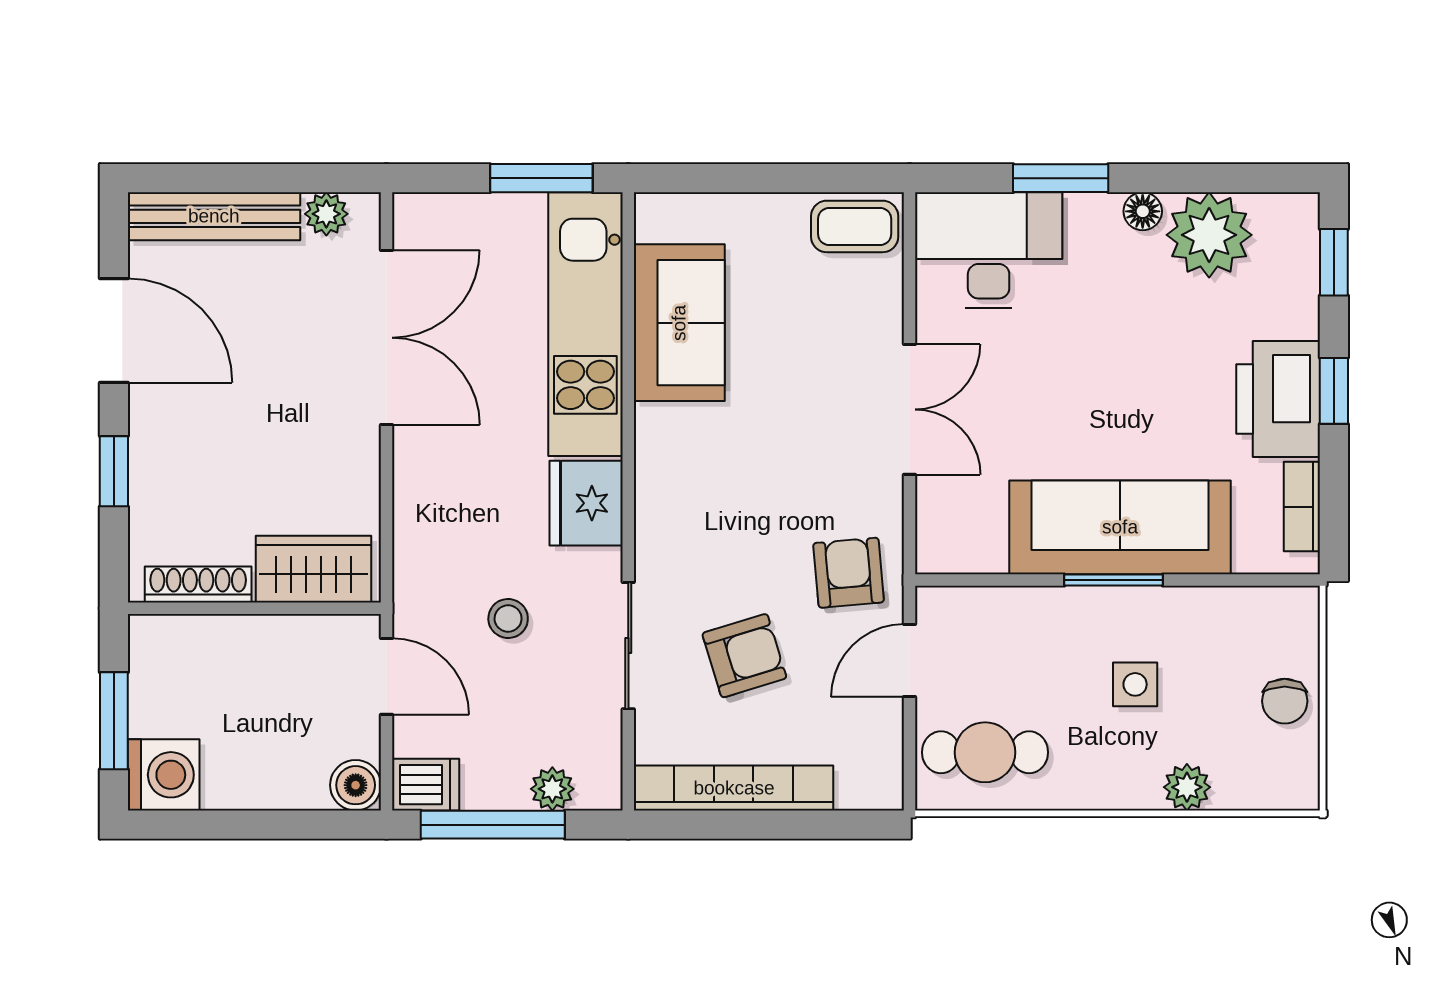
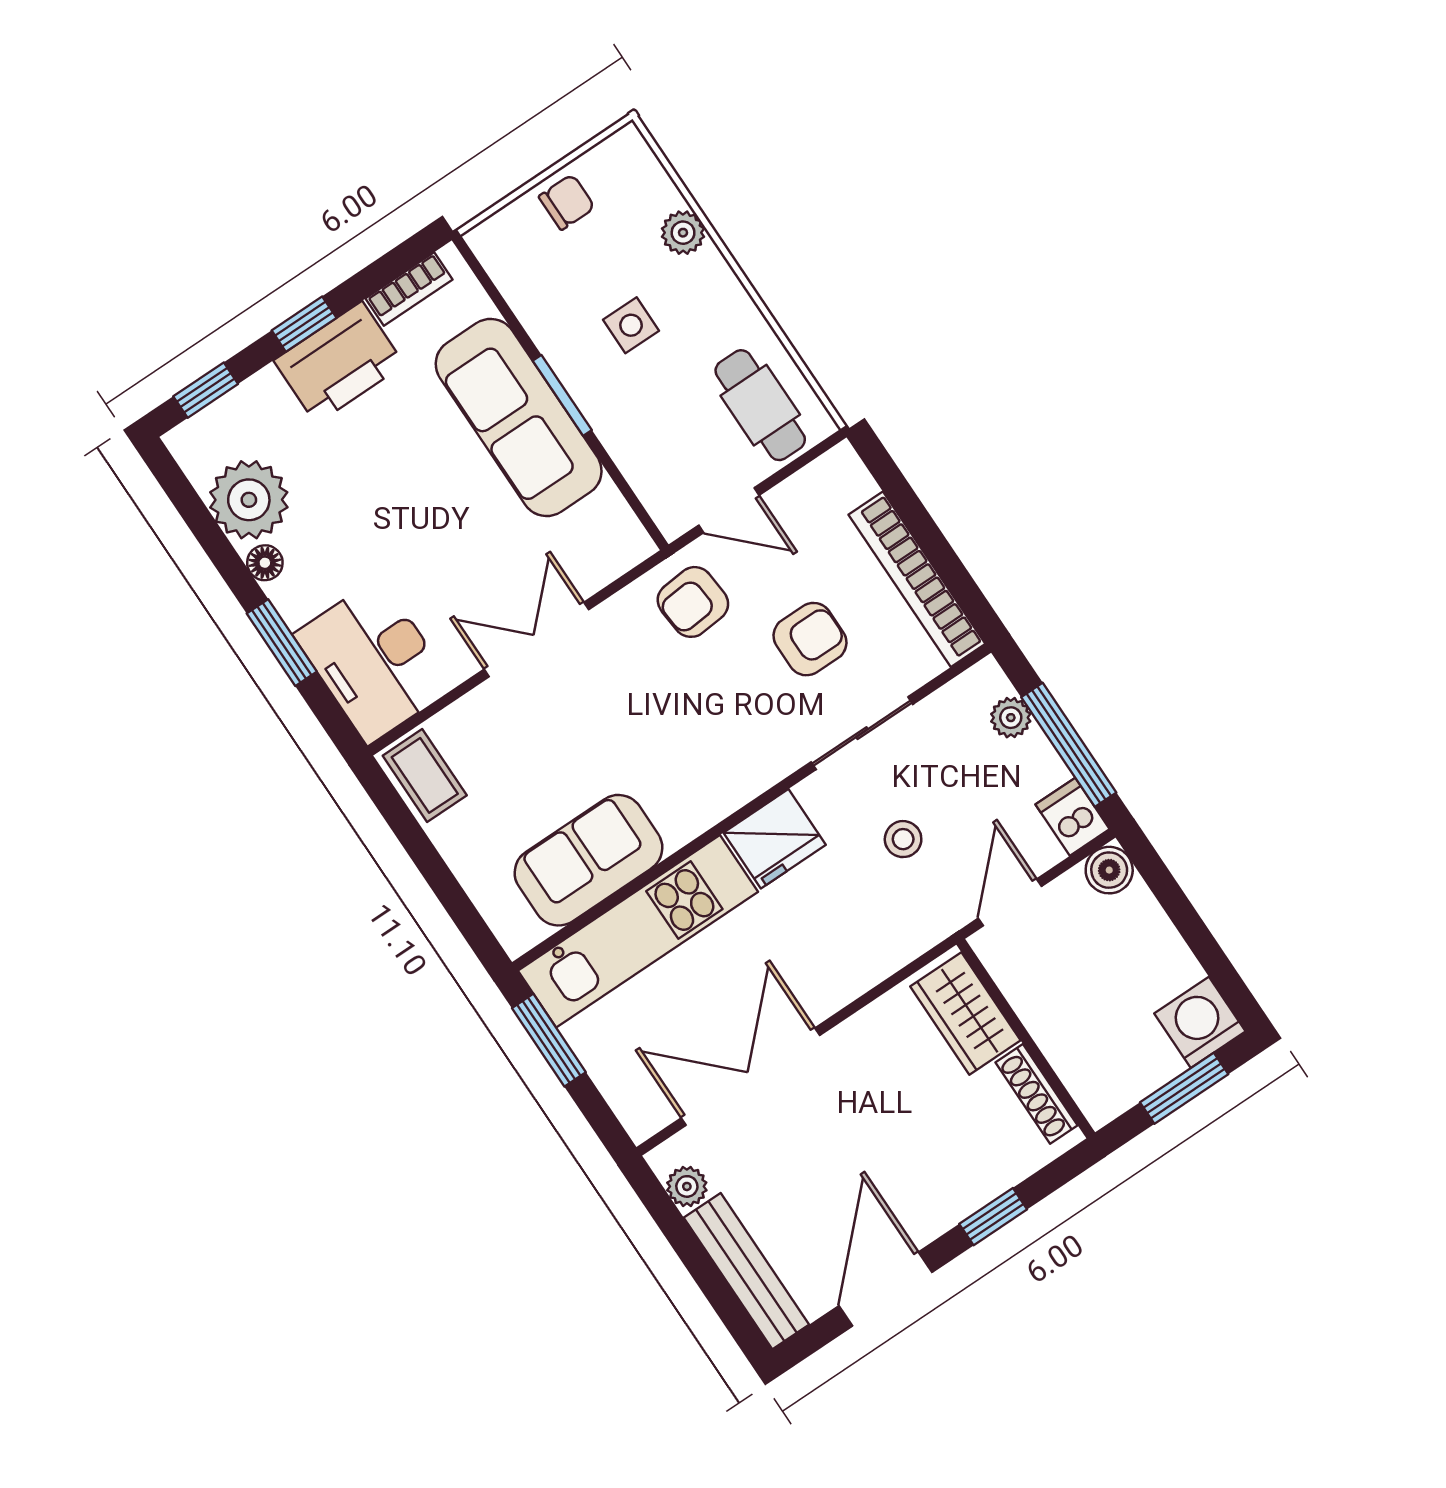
armchair: (744, 656) -> (810, 639), turned 107

